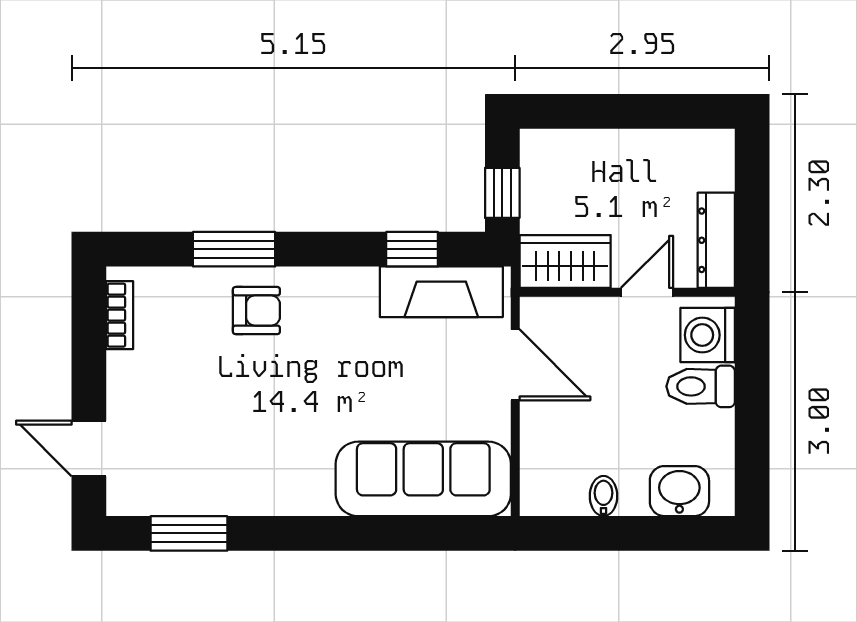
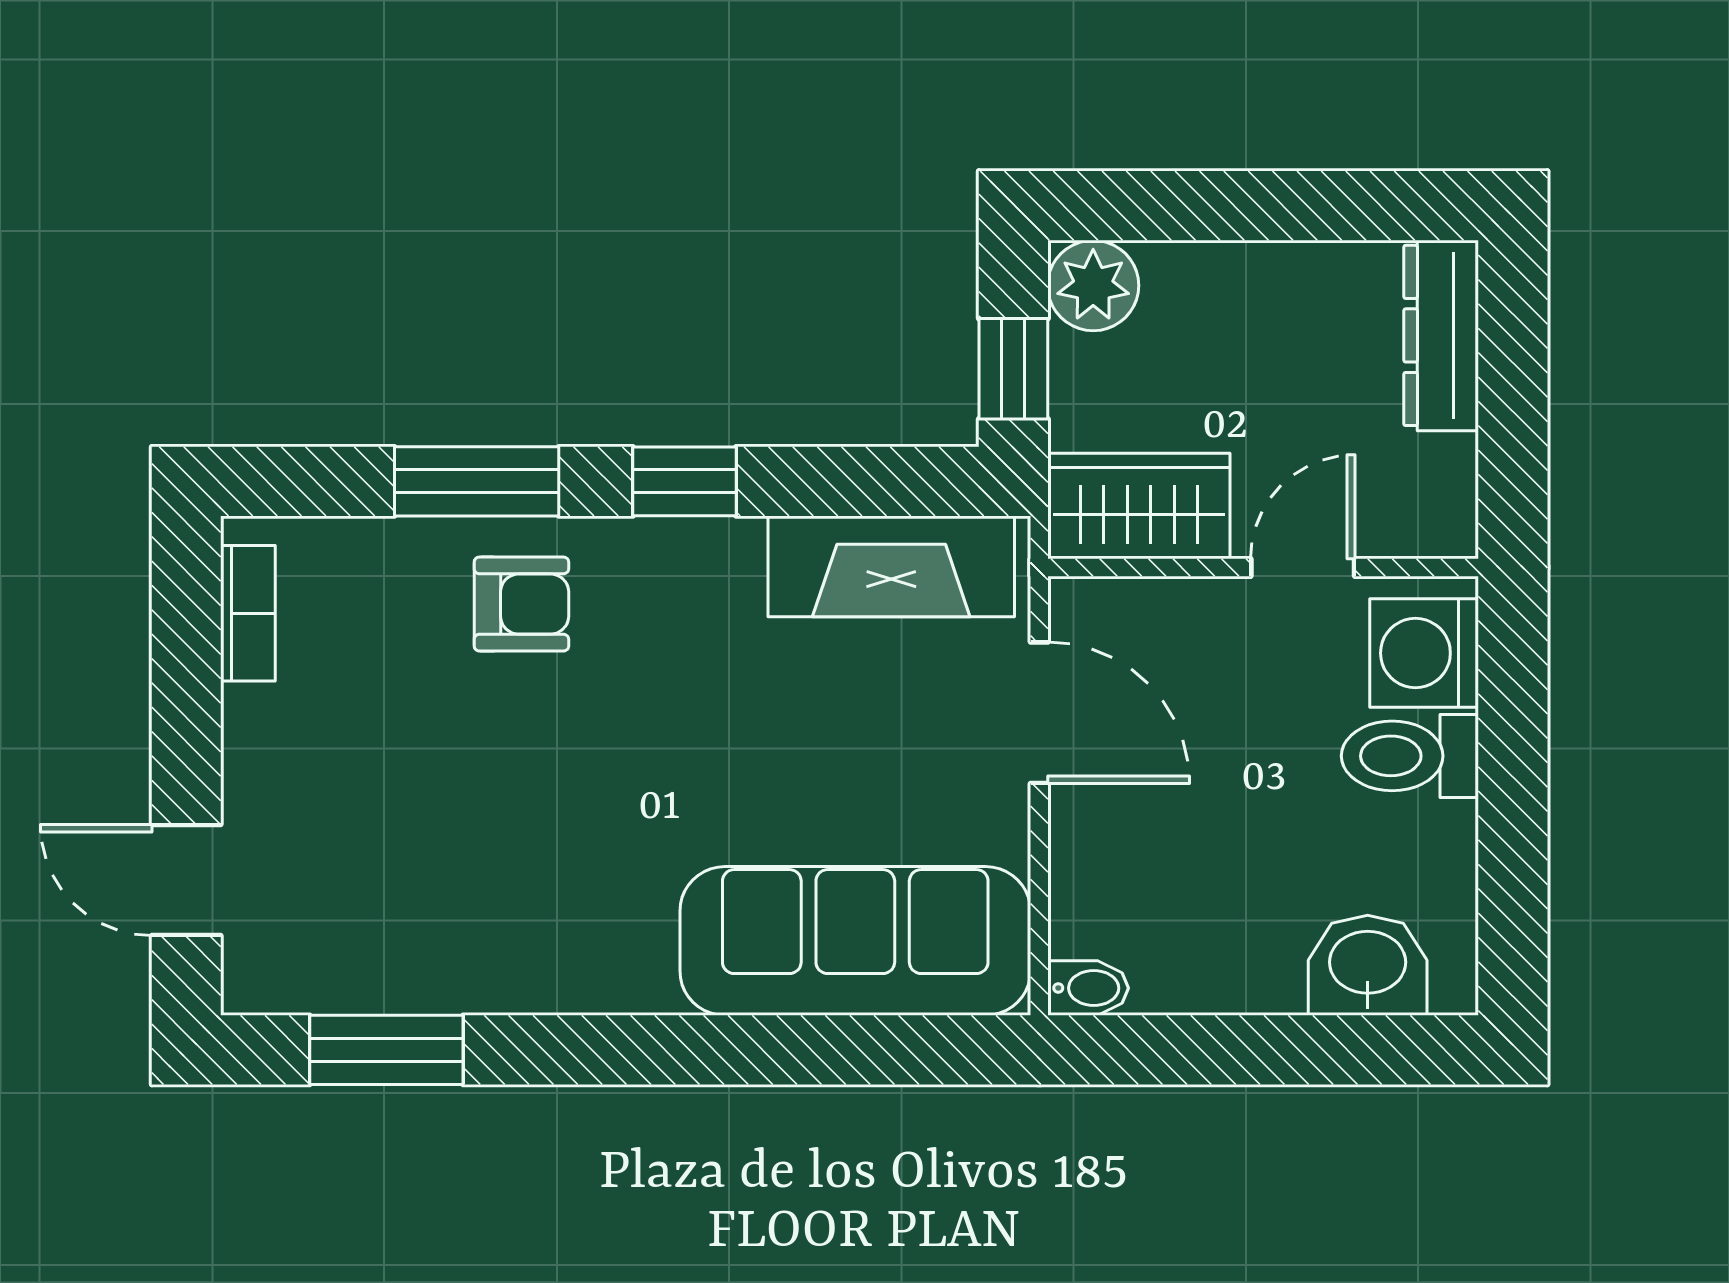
plant: (542, 151) -> (1093, 286), added
dresser: (716, 240) -> (1441, 335), moved
window: (412, 249) -> (684, 481), moved
bidet: (603, 496) -> (1088, 988), moved, turned 90

